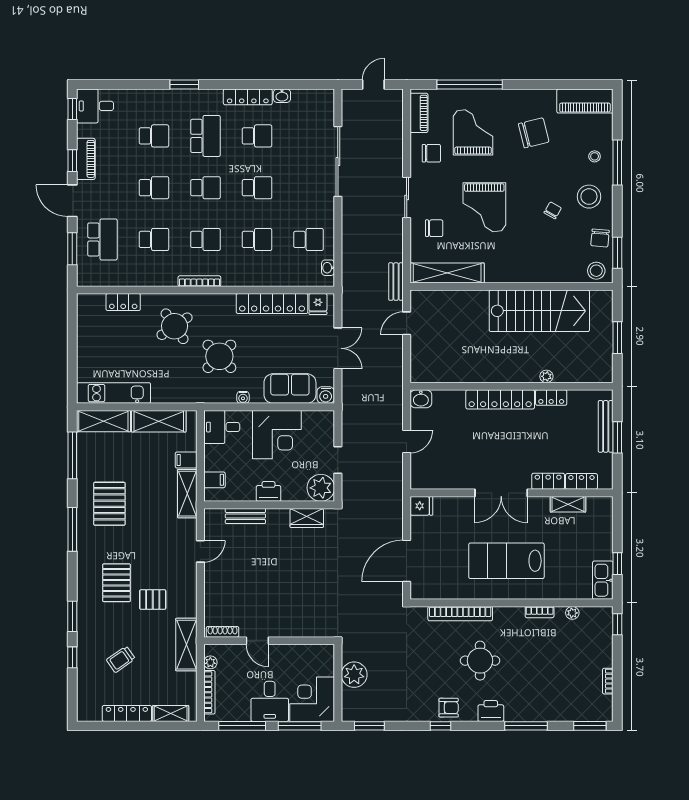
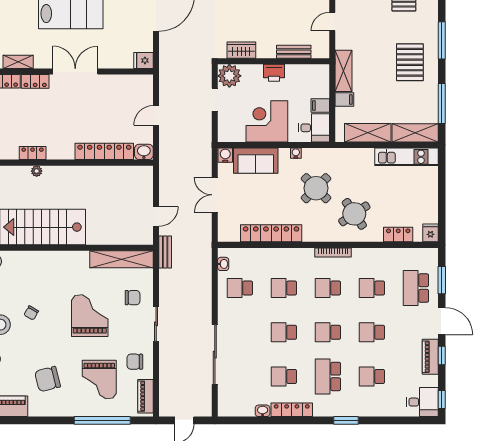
chair: (434, 228) -> (133, 298), turned 180
fridge: (318, 304) -> (430, 233), moved
locker: (500, 399) -> (104, 151), moved
filing cabinet: (214, 480) -> (320, 106), moved

